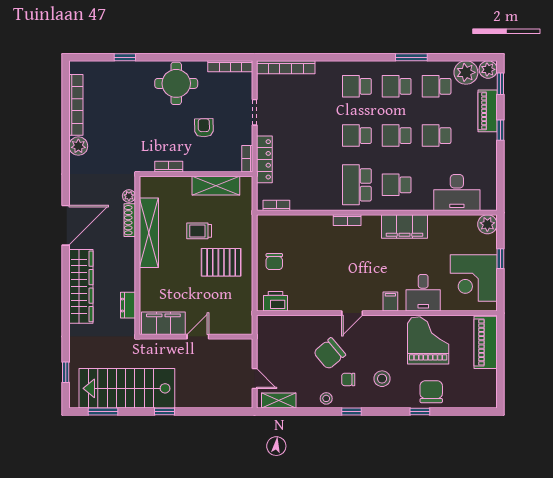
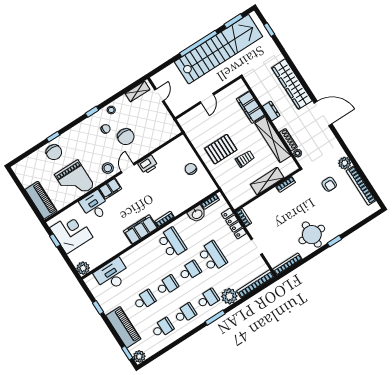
window: (125, 57) -> (334, 241), moved
window: (411, 57) -> (215, 318), moved
plant: (466, 72) -> (229, 296), moved
piano: (488, 111) -> (123, 327), width x1.37, depth x1.33
armchair: (204, 128) -> (329, 184), moved
window: (500, 130) -> (98, 308), moved
school desk: (397, 185) -> (213, 256), moved, width x1.85
shelving: (216, 186) -> (267, 181), moved
washbasin: (303, 201) -> (197, 214), added
door: (66, 225) -> (323, 113), swing flipped
filing cabinet: (404, 226) -> (141, 229), moved
window: (500, 259) -> (55, 240), moved
printer: (276, 301) -> (148, 165), moved
filing cabinet: (390, 301) -> (110, 189), width x2.00
dresser: (128, 305) -> (271, 111), moved
filing cabinet: (163, 323) -> (251, 107), moved, turned 90
chair: (329, 354) -> (126, 137), turned 130
door: (255, 379) -> (159, 95), swing flipped
stool: (382, 379) -> (108, 168), moved
stairs: (127, 388) -> (219, 49), width x1.36
window: (165, 412) -> (199, 43), width x3.17

